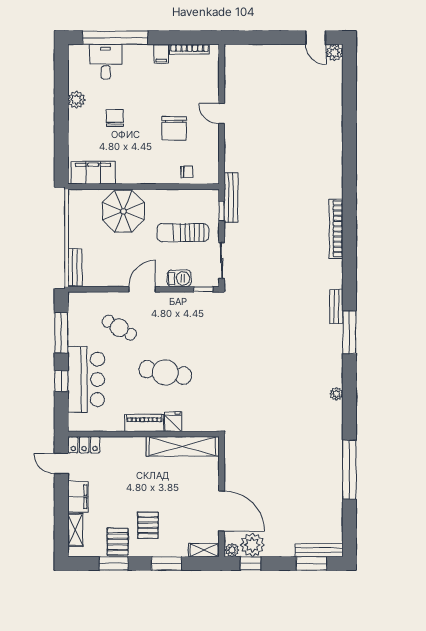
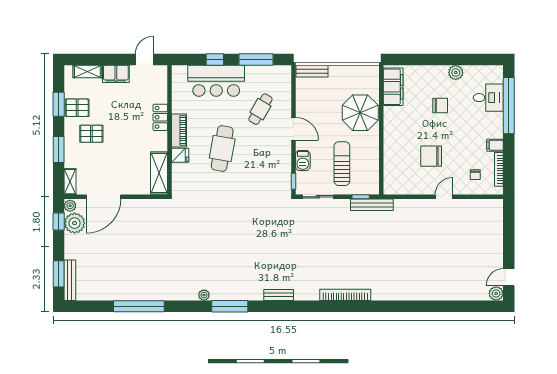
chair: (187, 172) -> (475, 175), moved
window: (349, 332) -> (230, 306), moved
locker: (84, 445) -> (160, 117), moved
shelving: (182, 446) -> (159, 173), width x0.68

